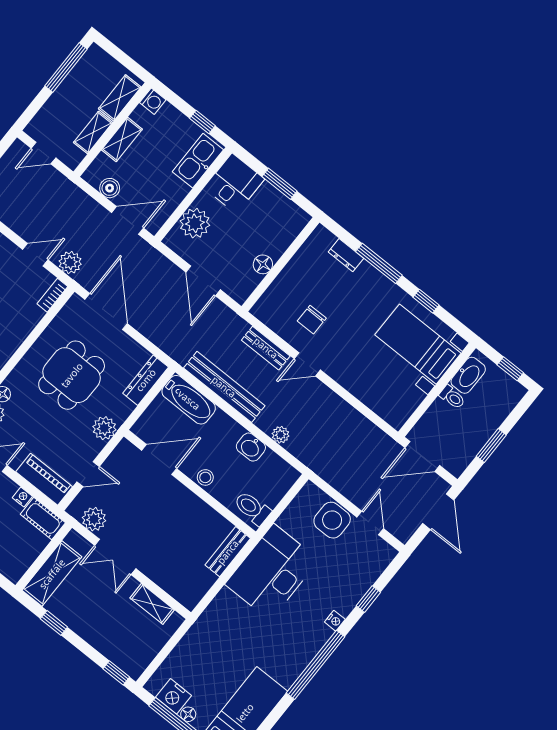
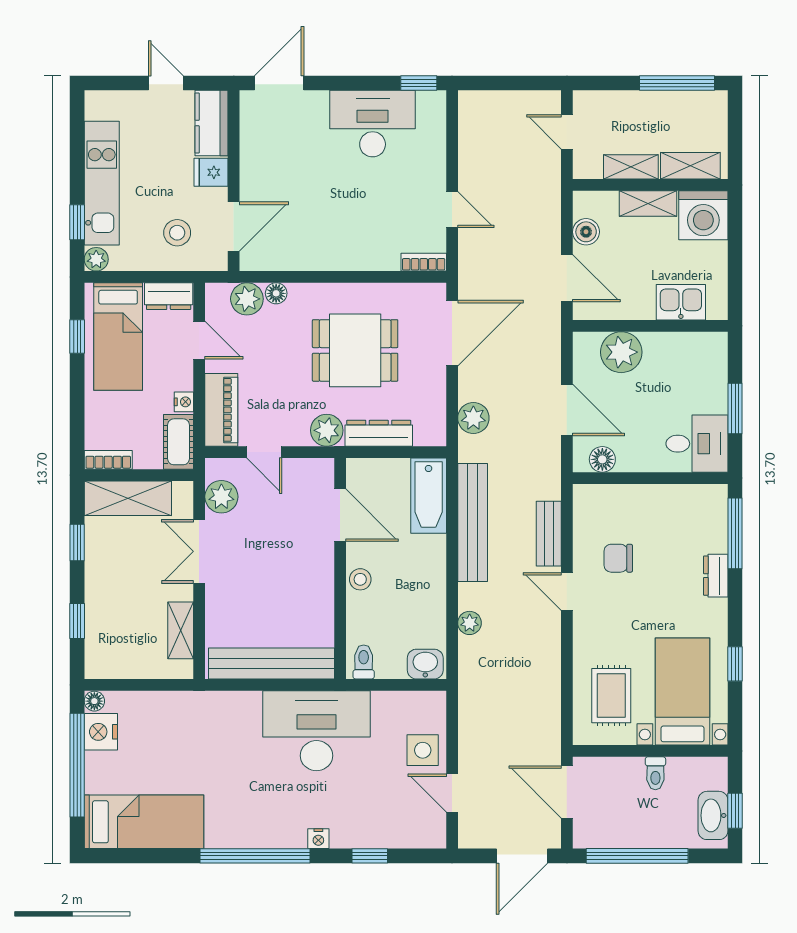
washing machine: (153, 101) -> (703, 215), width x1.89, depth x1.89
window: (202, 122) -> (735, 274), removed
kitchen sink: (198, 161) -> (681, 302), width x0.73
desk: (234, 183) -> (697, 444), moved
dresser: (346, 255) -> (716, 576), moved
plant: (70, 263) -> (473, 418), moved
window: (379, 263) -> (735, 533), moved
floor lamp: (263, 264) -> (602, 459), moved
door: (203, 281) -> (567, 410), swing flipped
washbasin: (468, 375) -> (713, 815), moved, turned 90
dresser: (146, 380) -> (379, 433), moved
rug: (387, 387) -> (611, 696), added
window: (491, 446) -> (637, 856), width x2.11
washbasin: (251, 447) -> (425, 664), moved, turned 90
toilet: (252, 508) -> (364, 662), width x0.73, depth x0.72
side table: (332, 520) -> (423, 750), width x0.73, depth x0.73
door: (370, 523) -> (452, 793), swing flipped
bench: (228, 552) -> (271, 664), width x1.86, depth x1.21
bookcase: (21, 567) -> (108, 460), added
window: (116, 673) -> (77, 621), moved
floor lamp: (188, 714) -> (94, 701), moved

